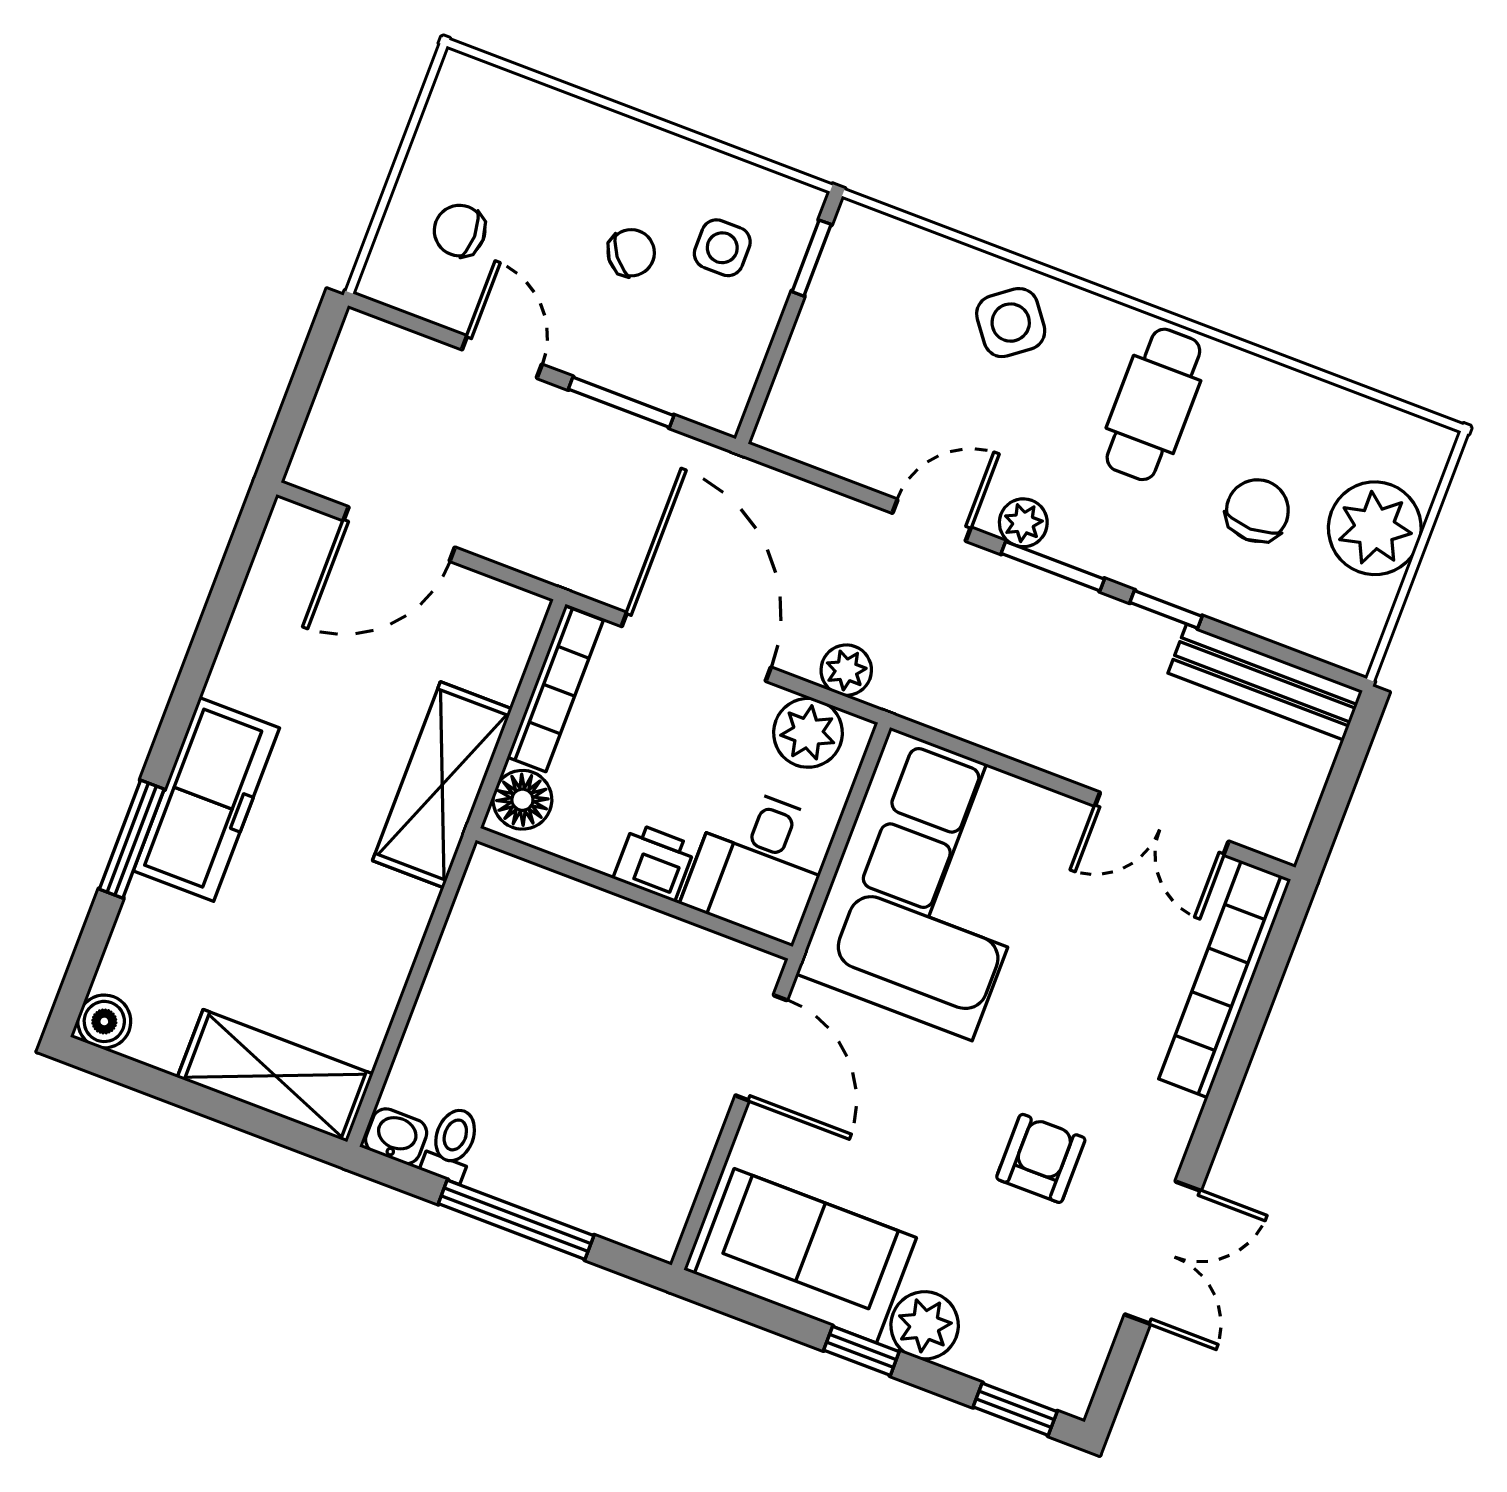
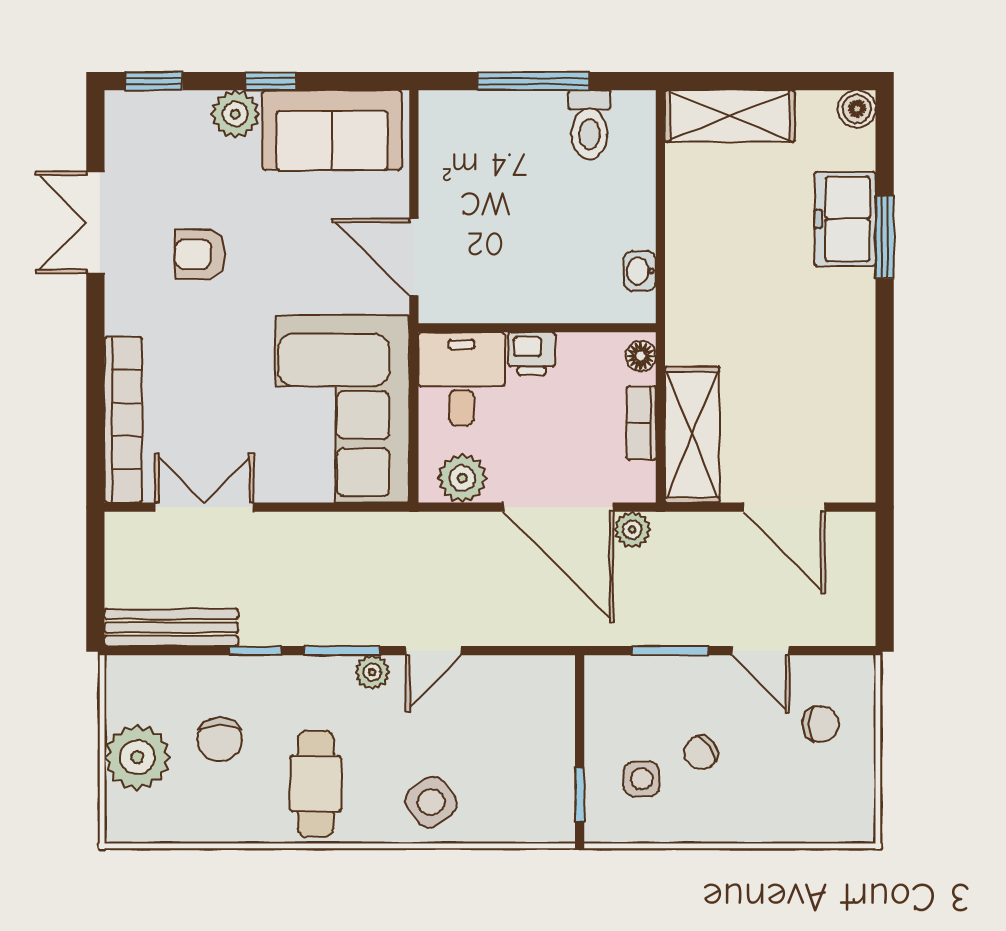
door: (399, 534) -> (784, 507), swing flipped
plant: (846, 670) -> (632, 530), moved
bookcase: (555, 689) -> (641, 423), width x0.64
shelving: (442, 785) -> (692, 435), moved
freezer: (206, 799) -> (845, 219), moved, width x0.71
floor lamp: (522, 800) -> (641, 356), width x0.73, depth x0.73
washbasin: (396, 1136) -> (640, 271), moved, turned 90
toilet: (452, 1144) -> (589, 125), width x1.37, depth x1.39
armchair: (1041, 1158) -> (200, 254), turned 90

